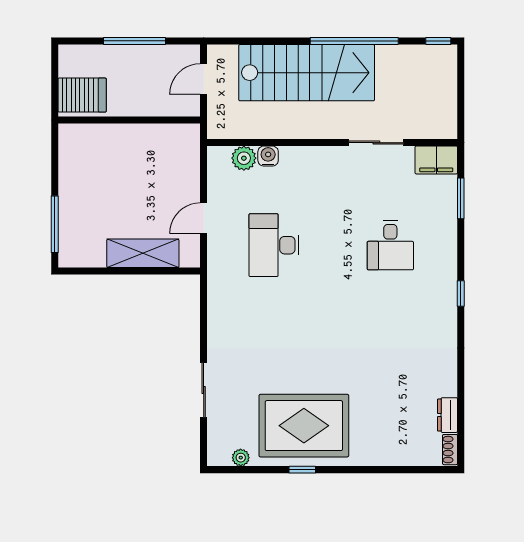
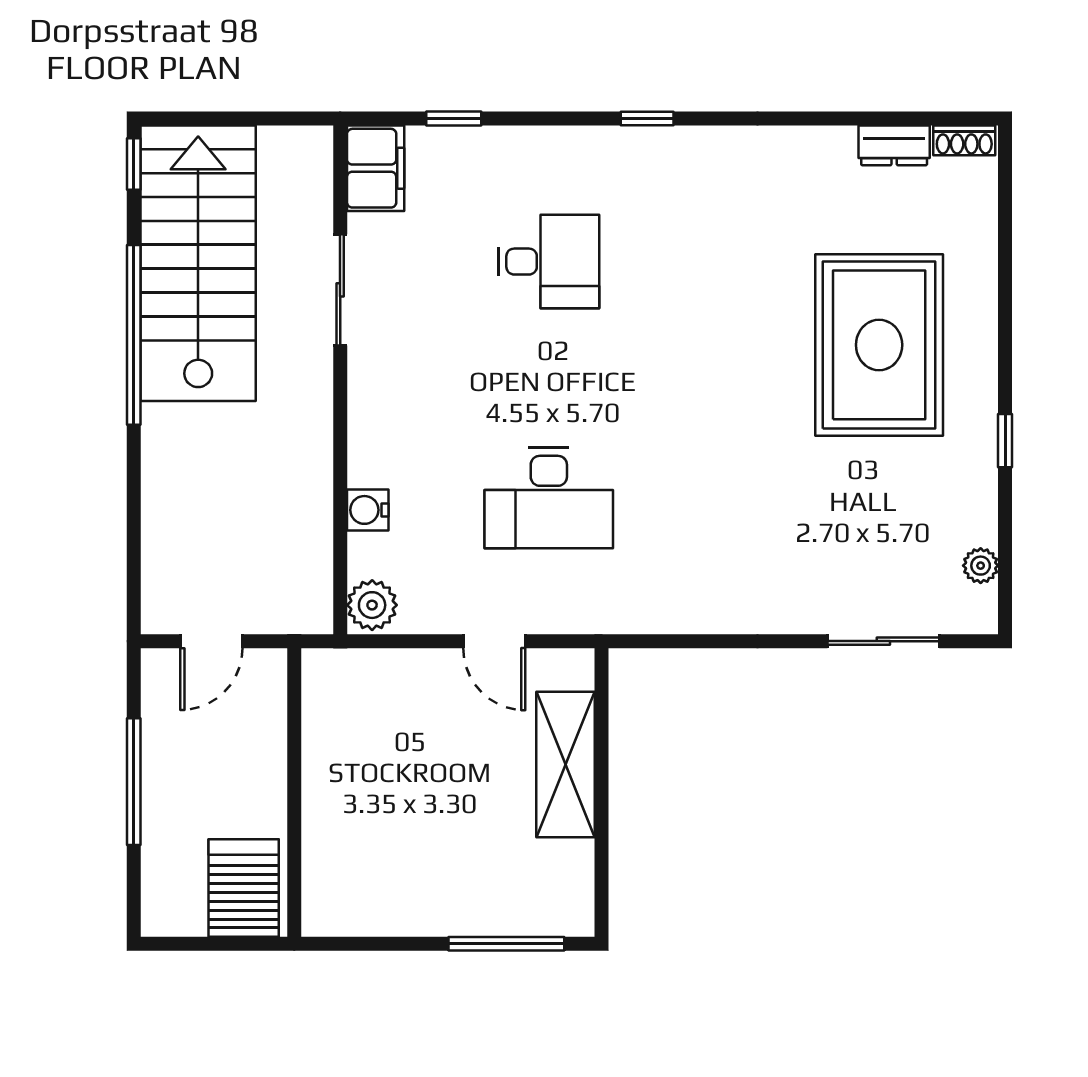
stairs: (307, 73) -> (198, 263), moved
door: (204, 79) -> (211, 641), hinge flipped
plant: (244, 158) -> (372, 605), moved
window: (461, 198) -> (454, 118), width x0.67
sliding door: (204, 390) -> (883, 641), moved
rug: (304, 426) -> (879, 345), moved

